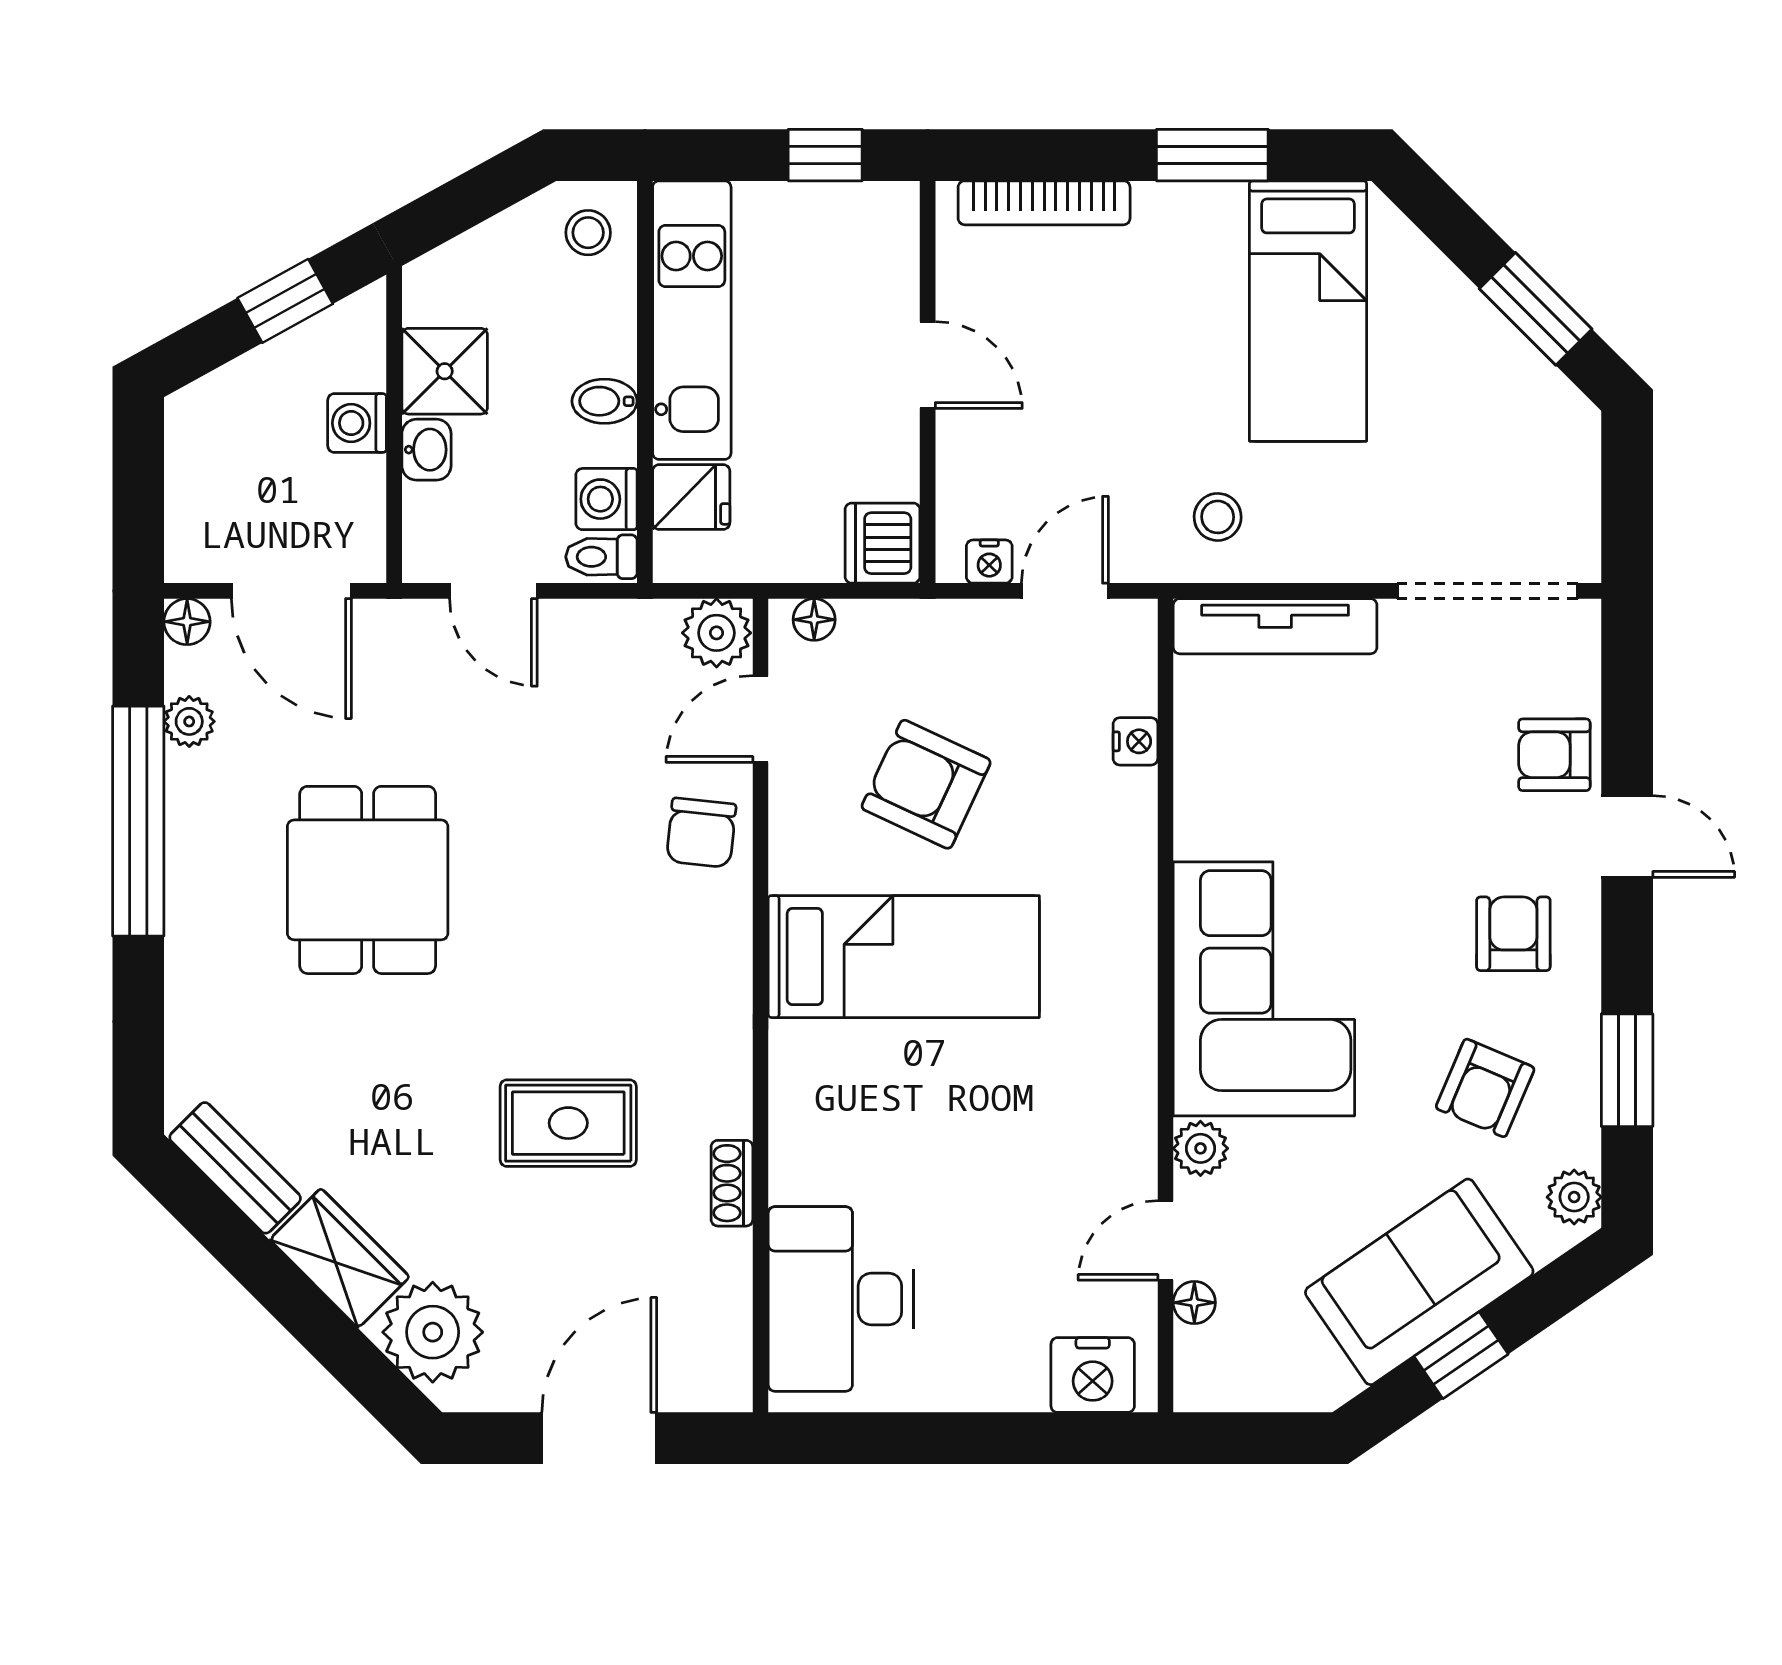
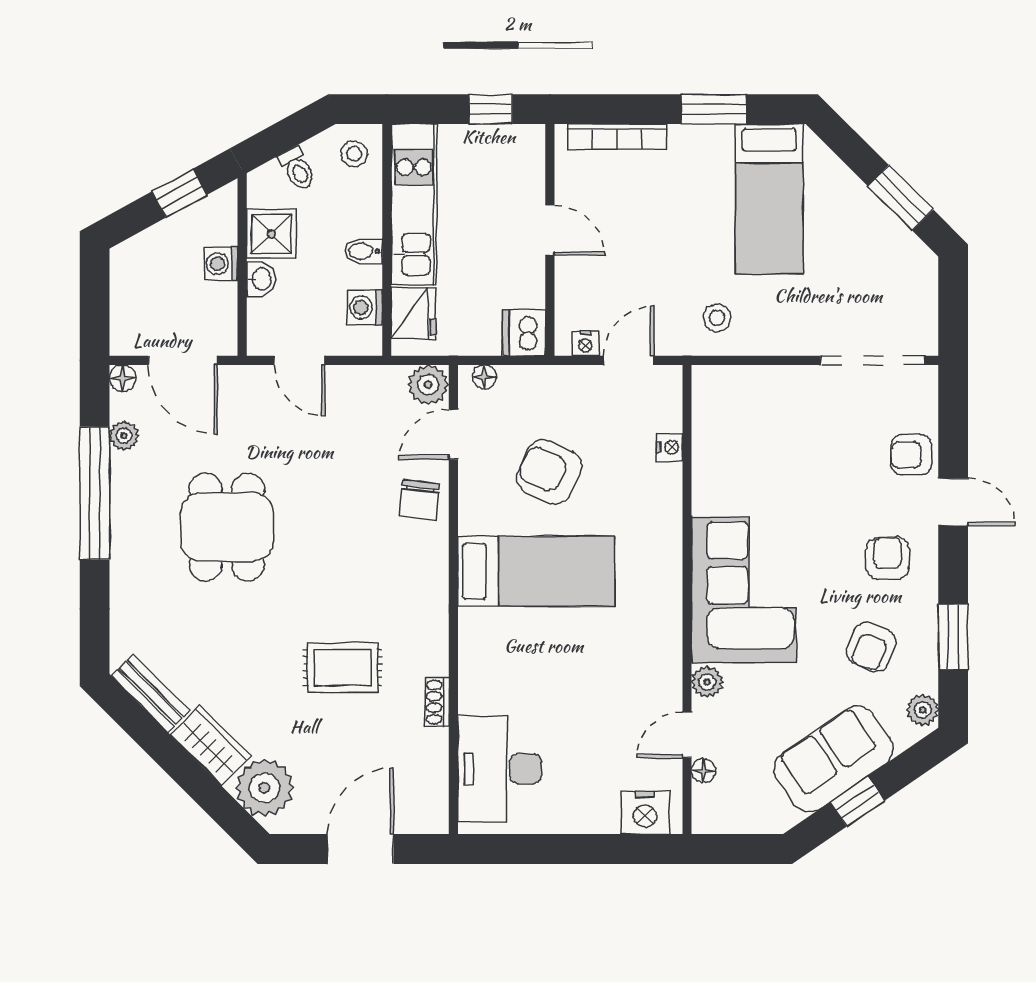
fridge: (691, 497) -> (413, 313), width x1.38
toilet: (601, 557) -> (297, 169), moved, turned -119
tv unit: (1275, 626) -> (750, 381), removed

